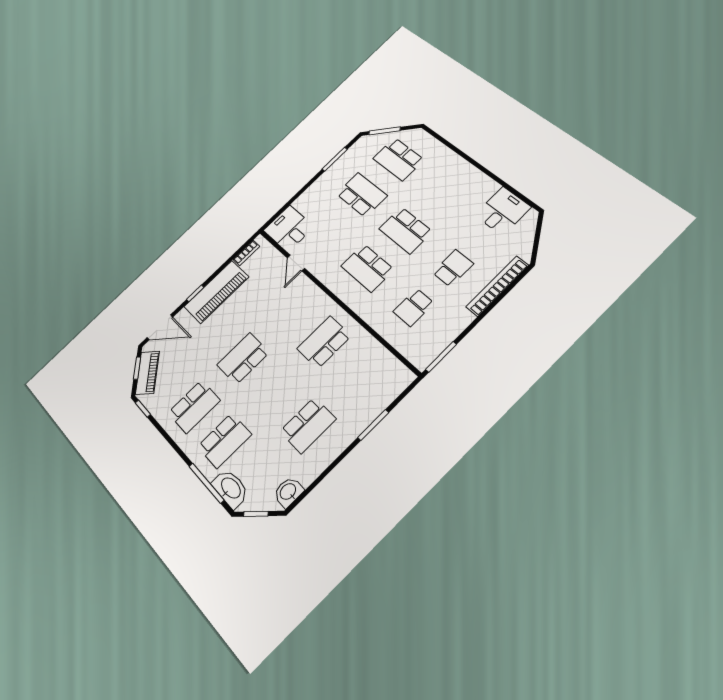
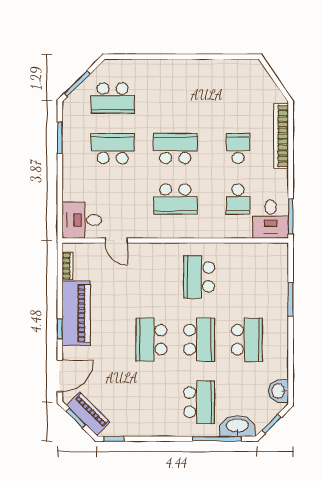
desk: (503, 211) -> (271, 219), moved, turned 180
school desk: (406, 230) -> (175, 149), turned 180
school desk: (194, 407) -> (199, 340), moved

